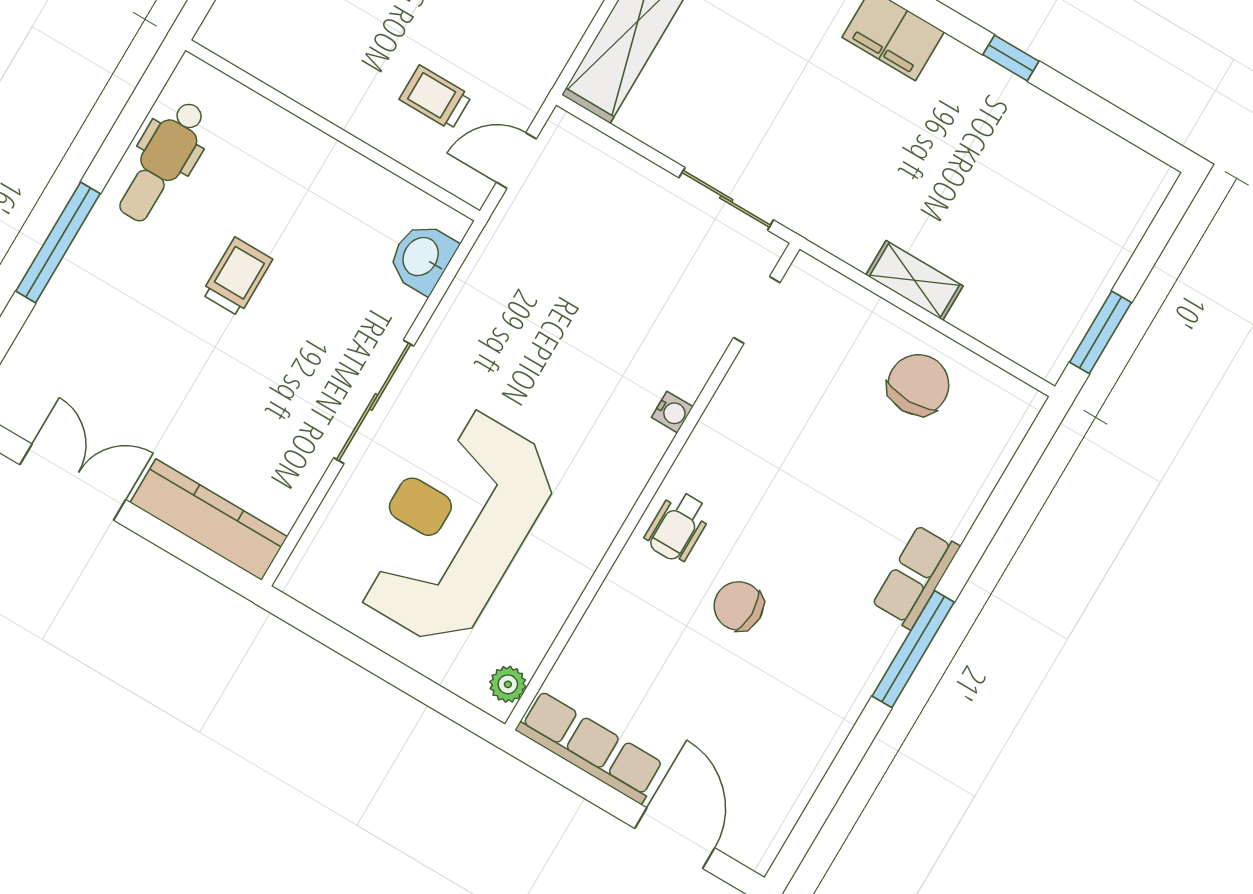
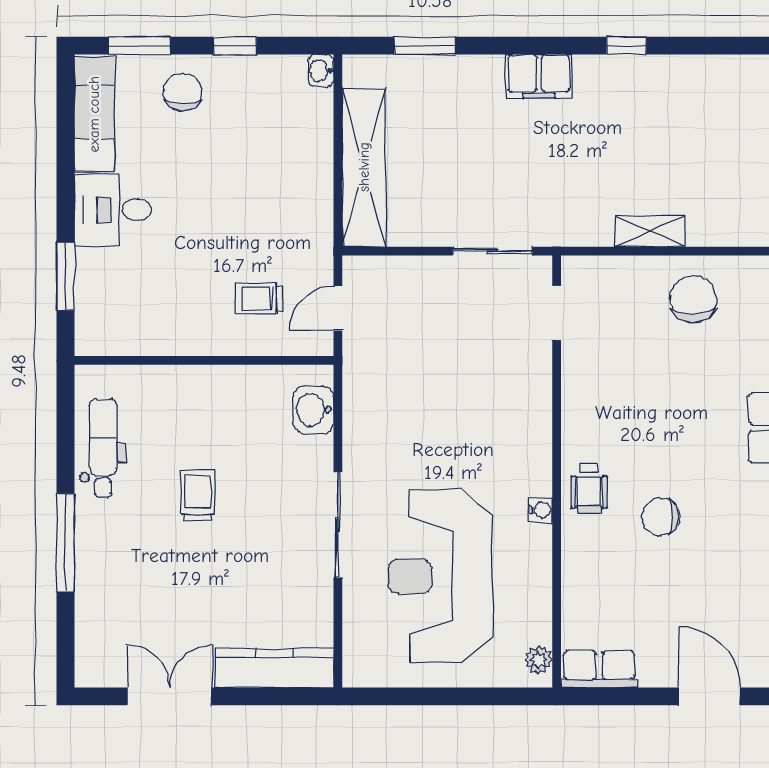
dental chair: (162, 161) -> (103, 448), turned 180
water cooler: (672, 412) -> (540, 510), moved
row of seats: (590, 747) -> (599, 669), width x0.68

